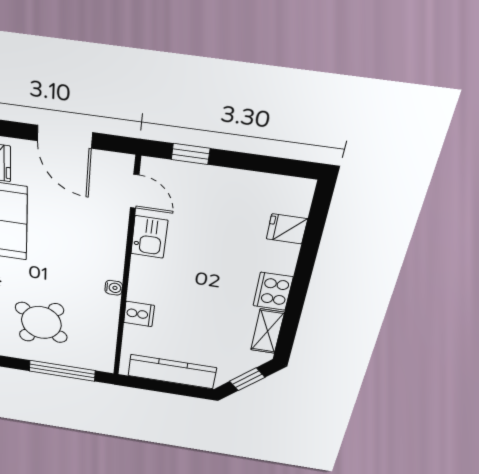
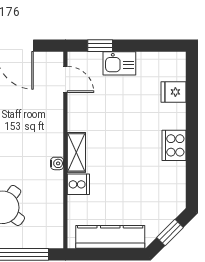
kitchen sink: (149, 237) -> (119, 63), moved, turned 90
shelving: (267, 331) -> (76, 152), moved

